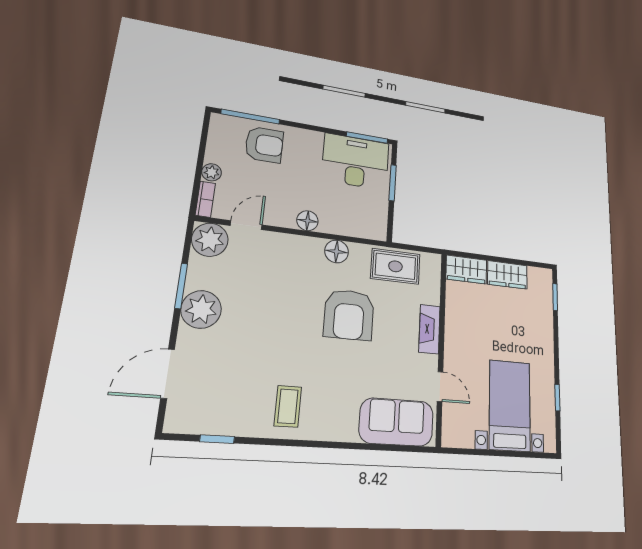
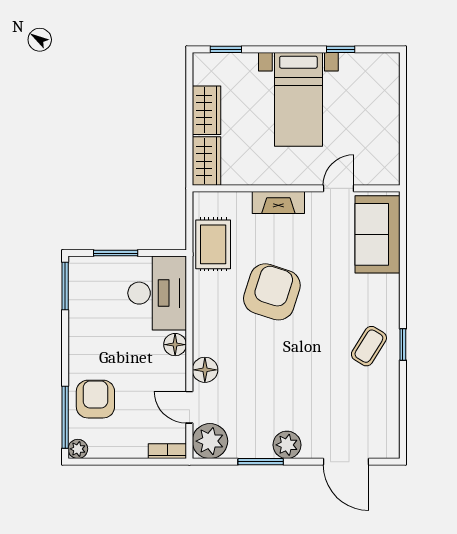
desk: (356, 162) -> (157, 293), moved, turned 180
plant: (212, 172) -> (78, 449), moved
floor lamp: (337, 251) -> (205, 370), moved
plant: (201, 309) -> (287, 445), width x0.73, depth x0.73
armchair: (349, 315) -> (272, 292), turned -72
bed with nightstands: (510, 405) -> (298, 99), moved, turned -90
coffee table: (288, 406) -> (369, 346), turned -58
window: (217, 439) -> (403, 344), moved

